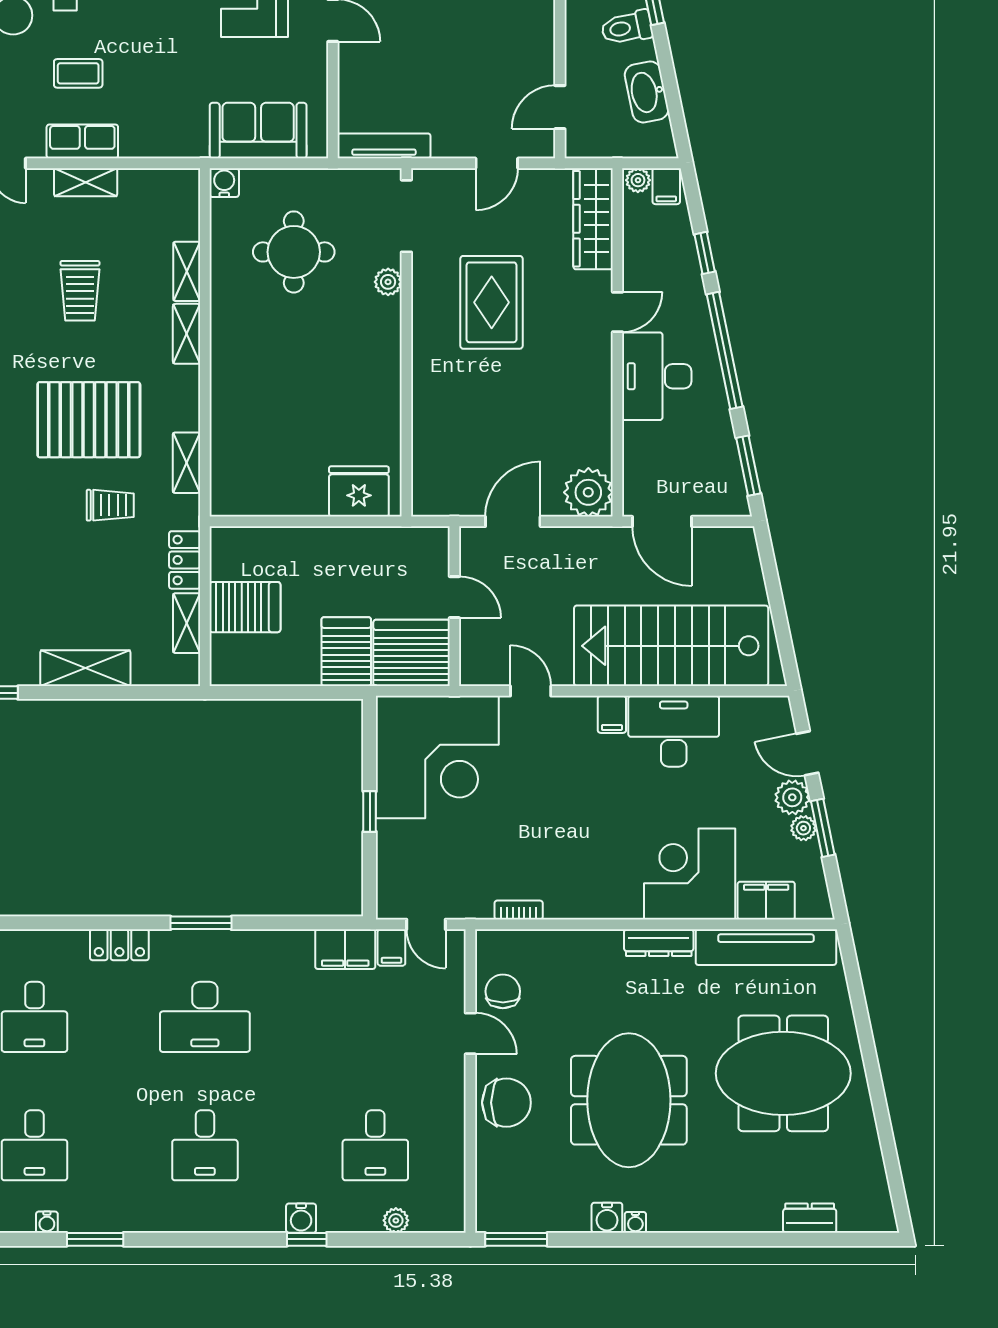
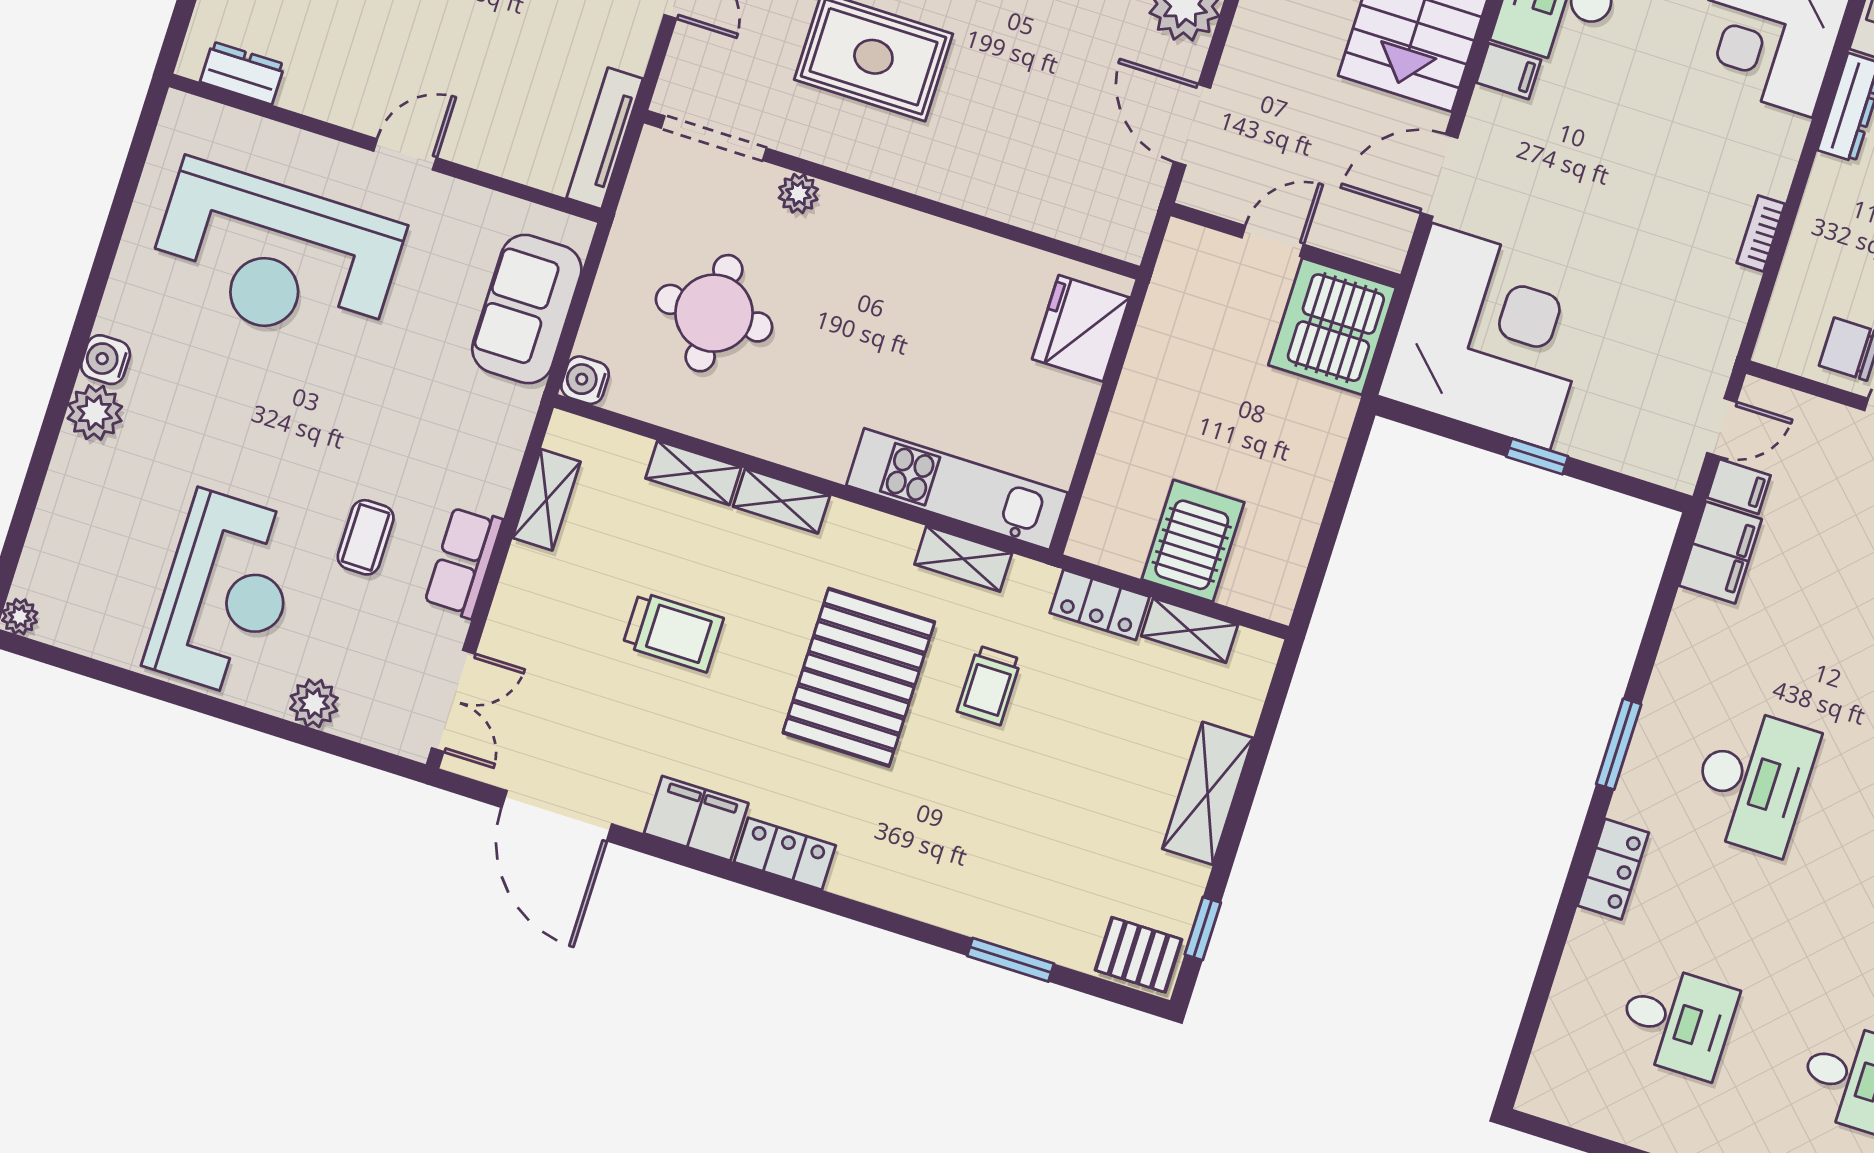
shelving: (86, 182) -> (547, 500), moved
kitchen unit: (230, 444) -> (957, 489), added
trolley: (110, 505) -> (989, 685), turned 180
server rack: (346, 652) -> (1301, 418), removed
door: (531, 691) -> (1439, 175), width x1.38
bookcase: (519, 910) -> (1761, 233), moved

